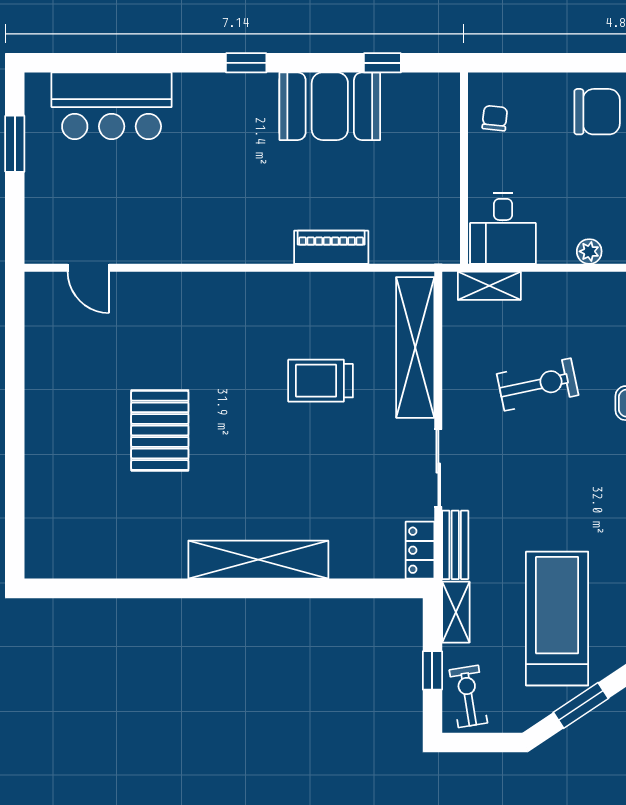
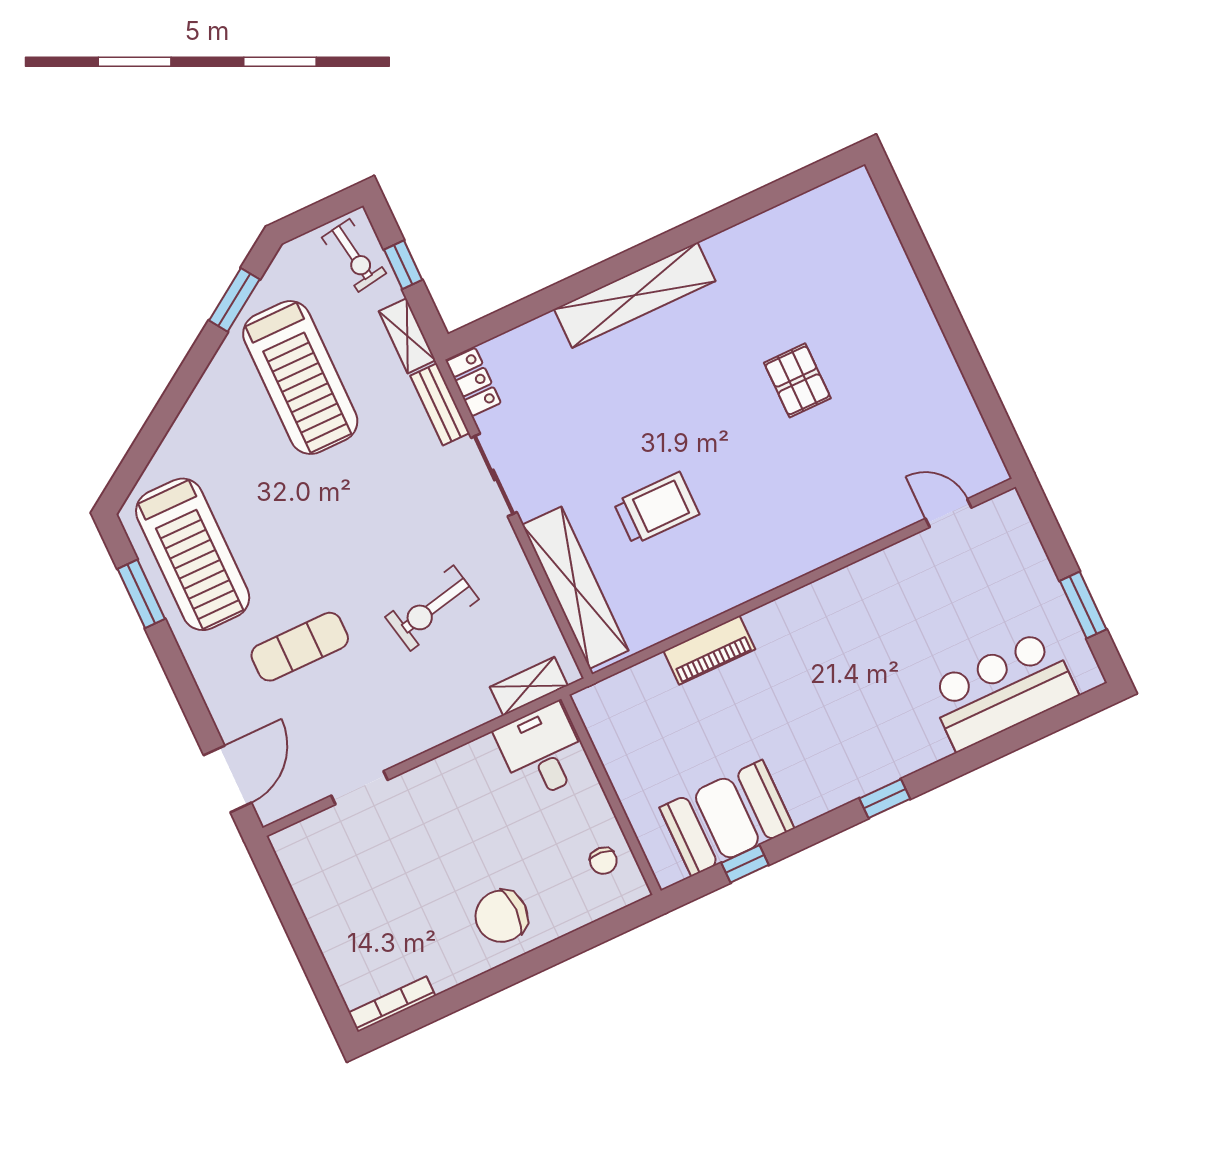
booth: (330, 106) -> (727, 818), moved
plant: (589, 251) -> (443, 769), removed
pallet: (160, 430) -> (797, 380), width x0.67, depth x0.71

